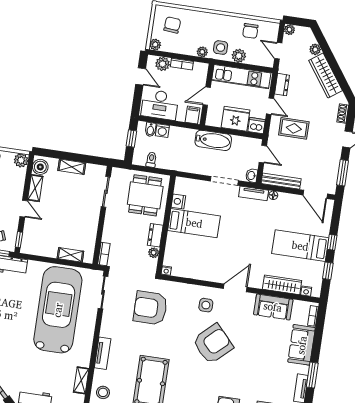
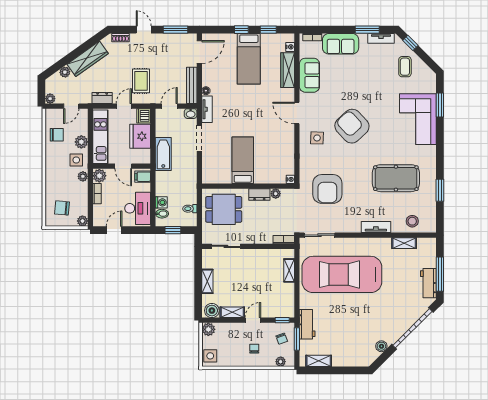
plant: (163, 64) -> (99, 176), moved
nightstand: (178, 201) -> (225, 178), removed

